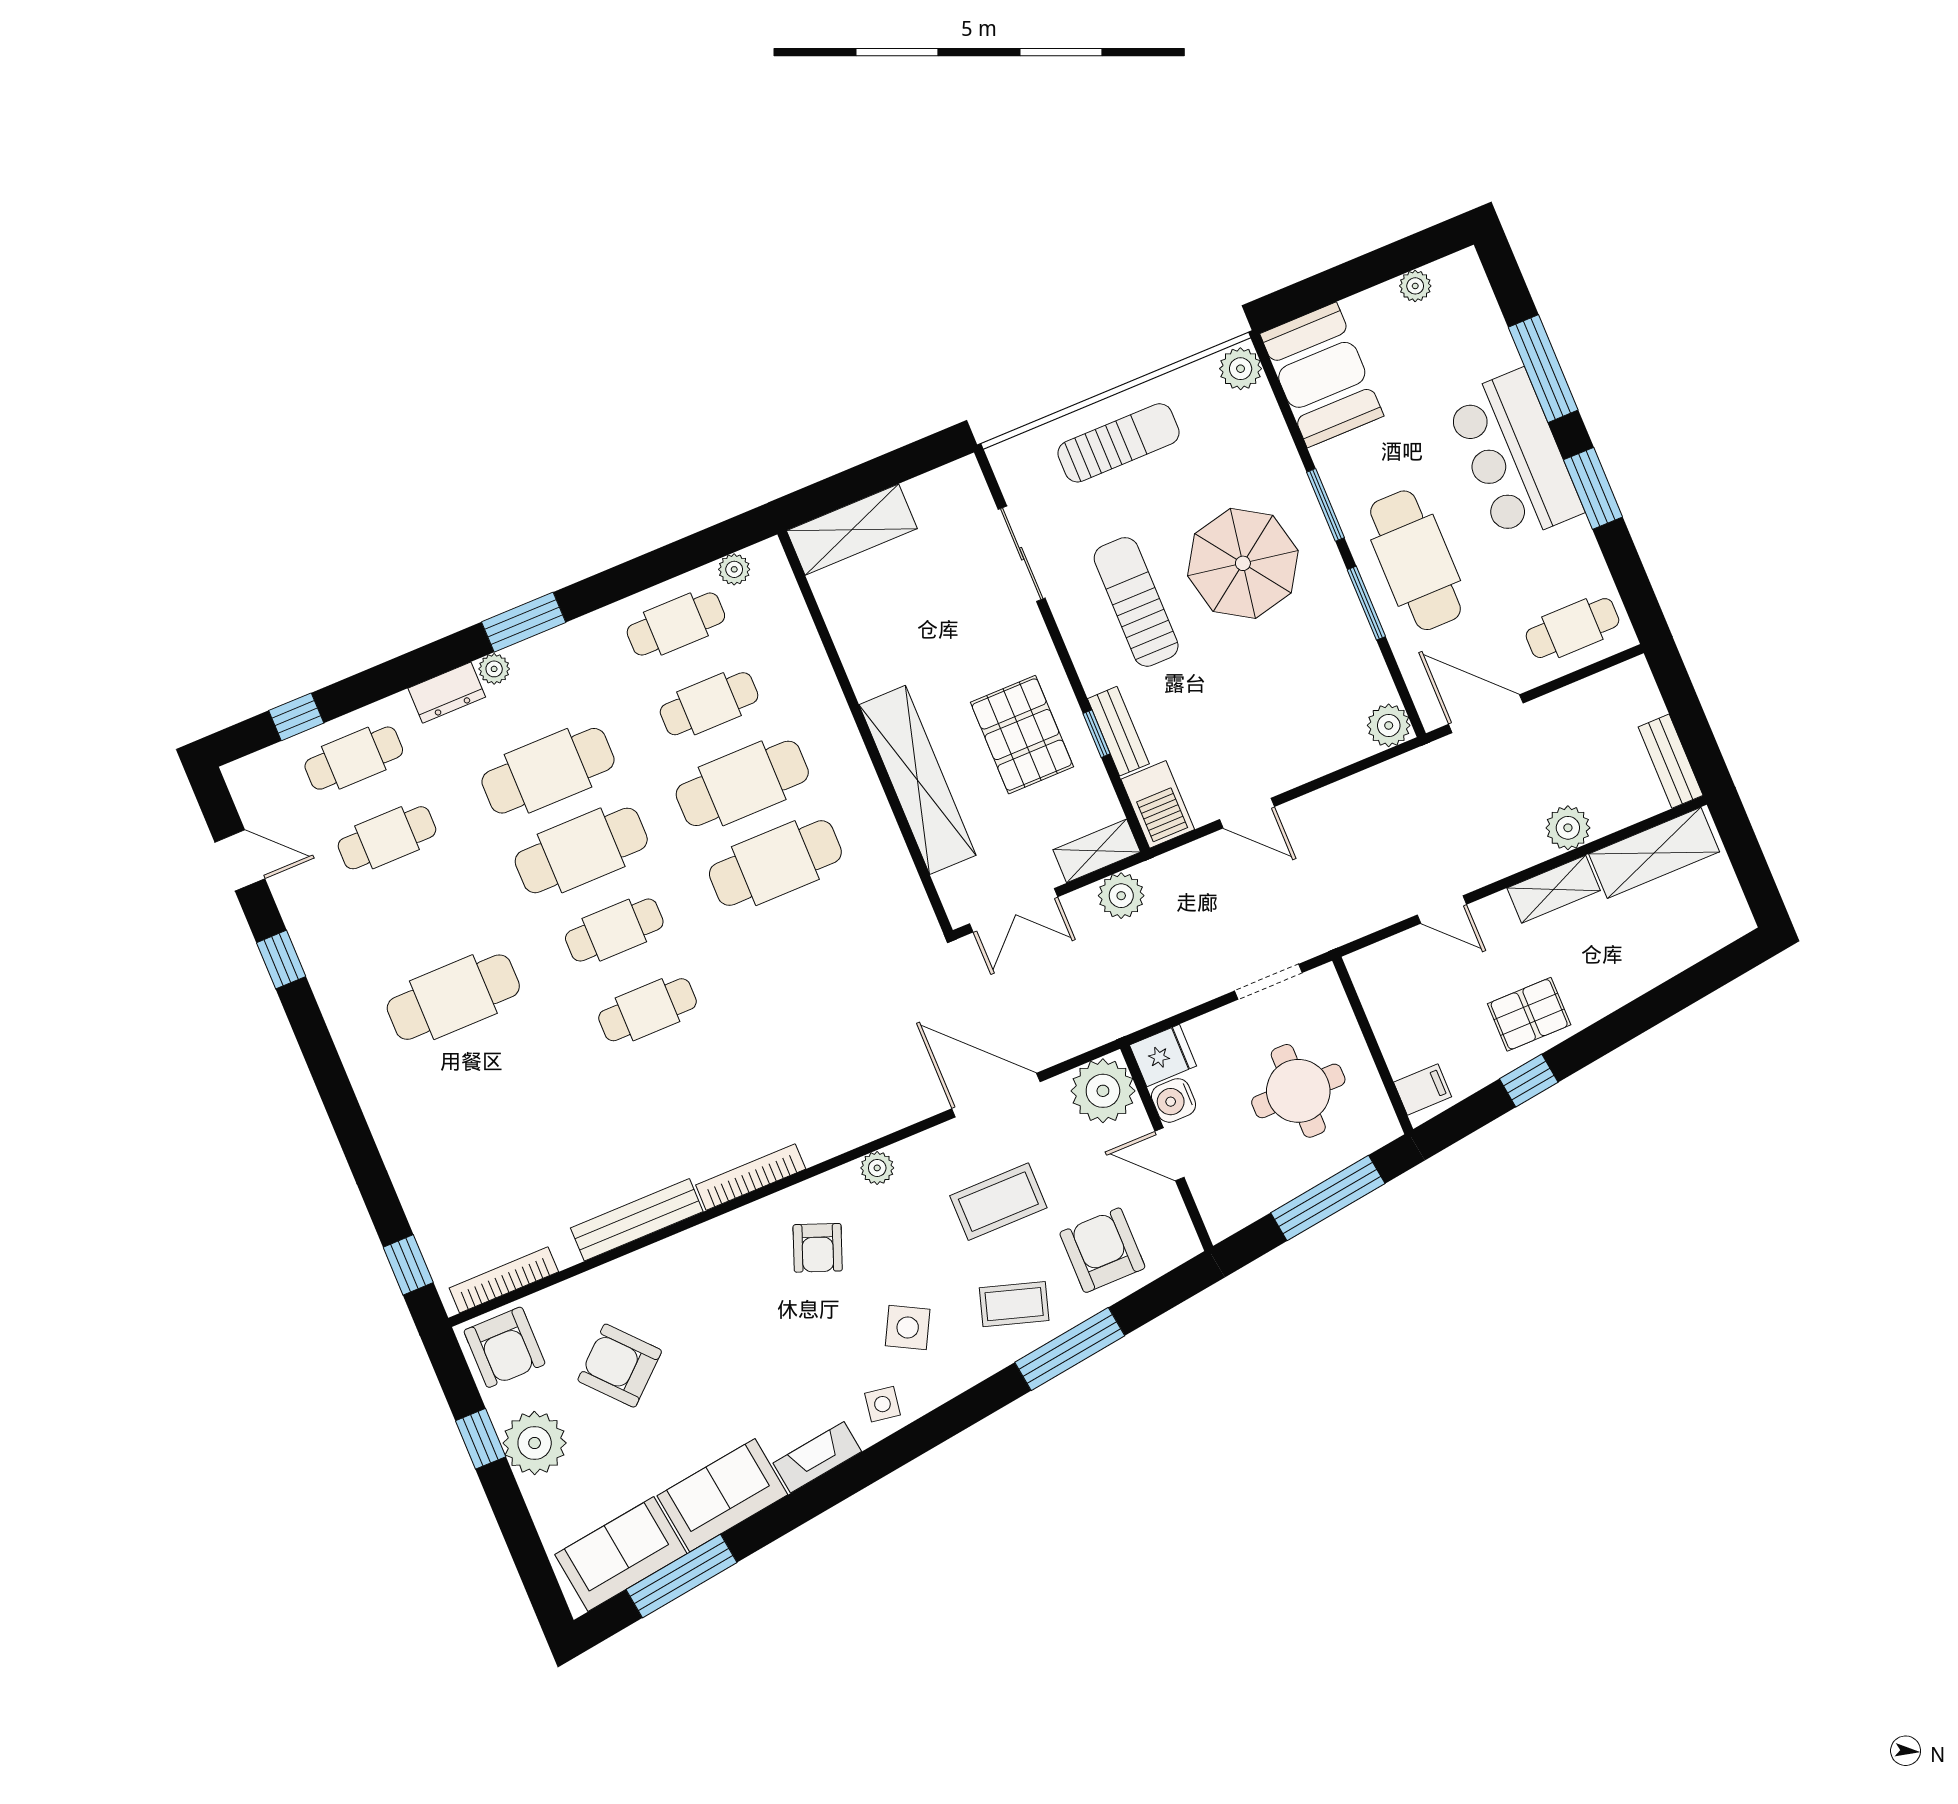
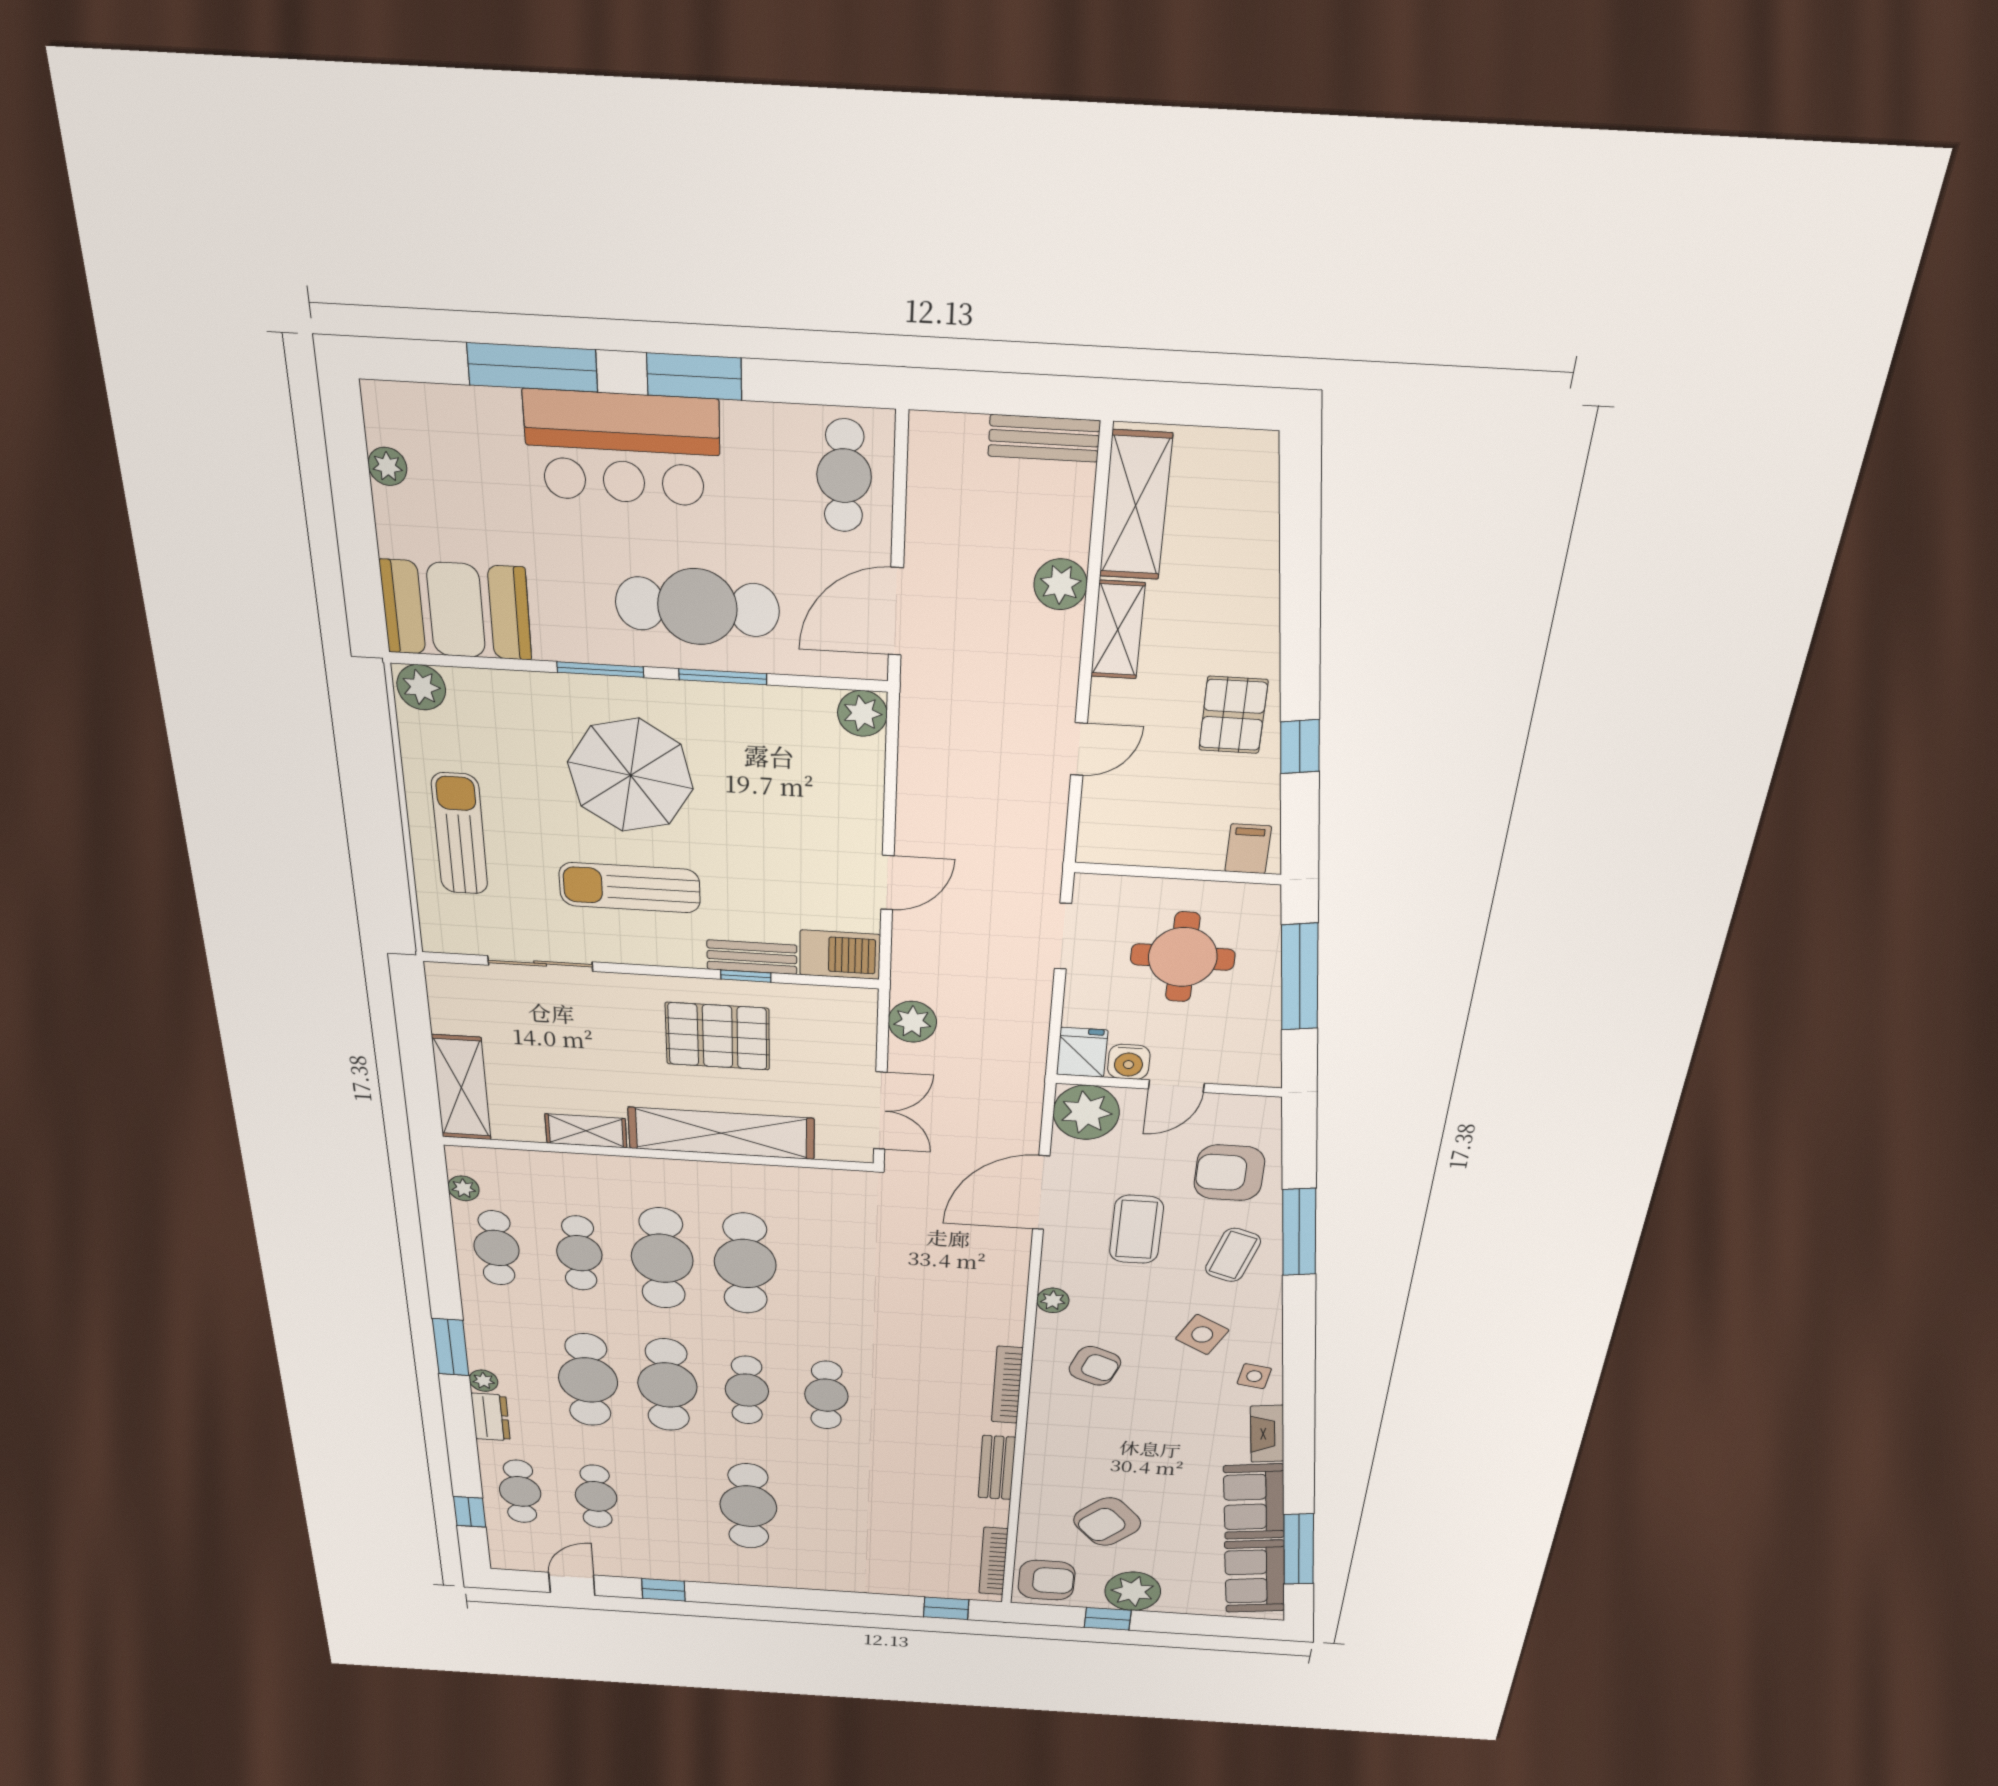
shelving: (1097, 851) -> (586, 1131), moved, turned 90
bench: (637, 1220) -> (997, 1468), width x0.73

